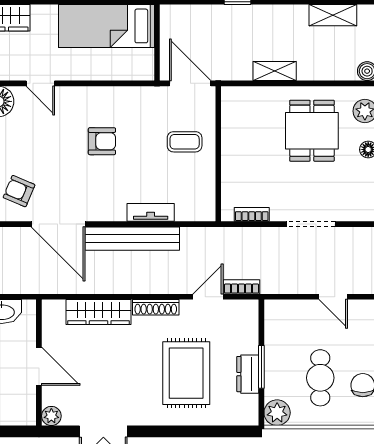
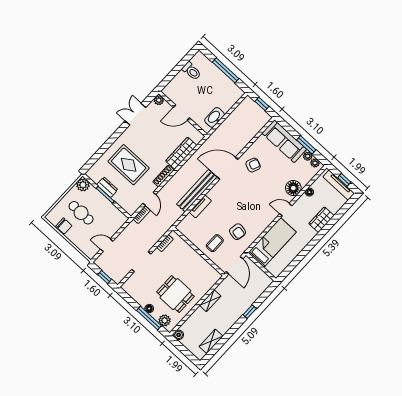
bed: (106, 26) -> (272, 242), moved
door: (190, 83) -> (234, 265), hinge flipped
armchair: (102, 141) -> (238, 232), moved, turned -79

